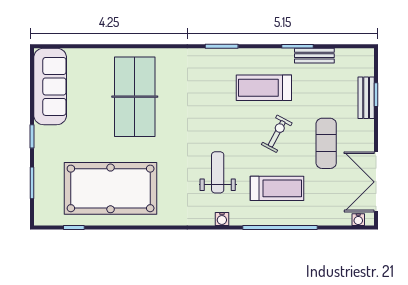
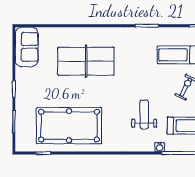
sofa: (50, 86) -> (27, 47), width x0.73
table tennis table: (135, 97) -> (86, 61), turned 90
water cooler: (222, 219) -> (160, 147), moved

